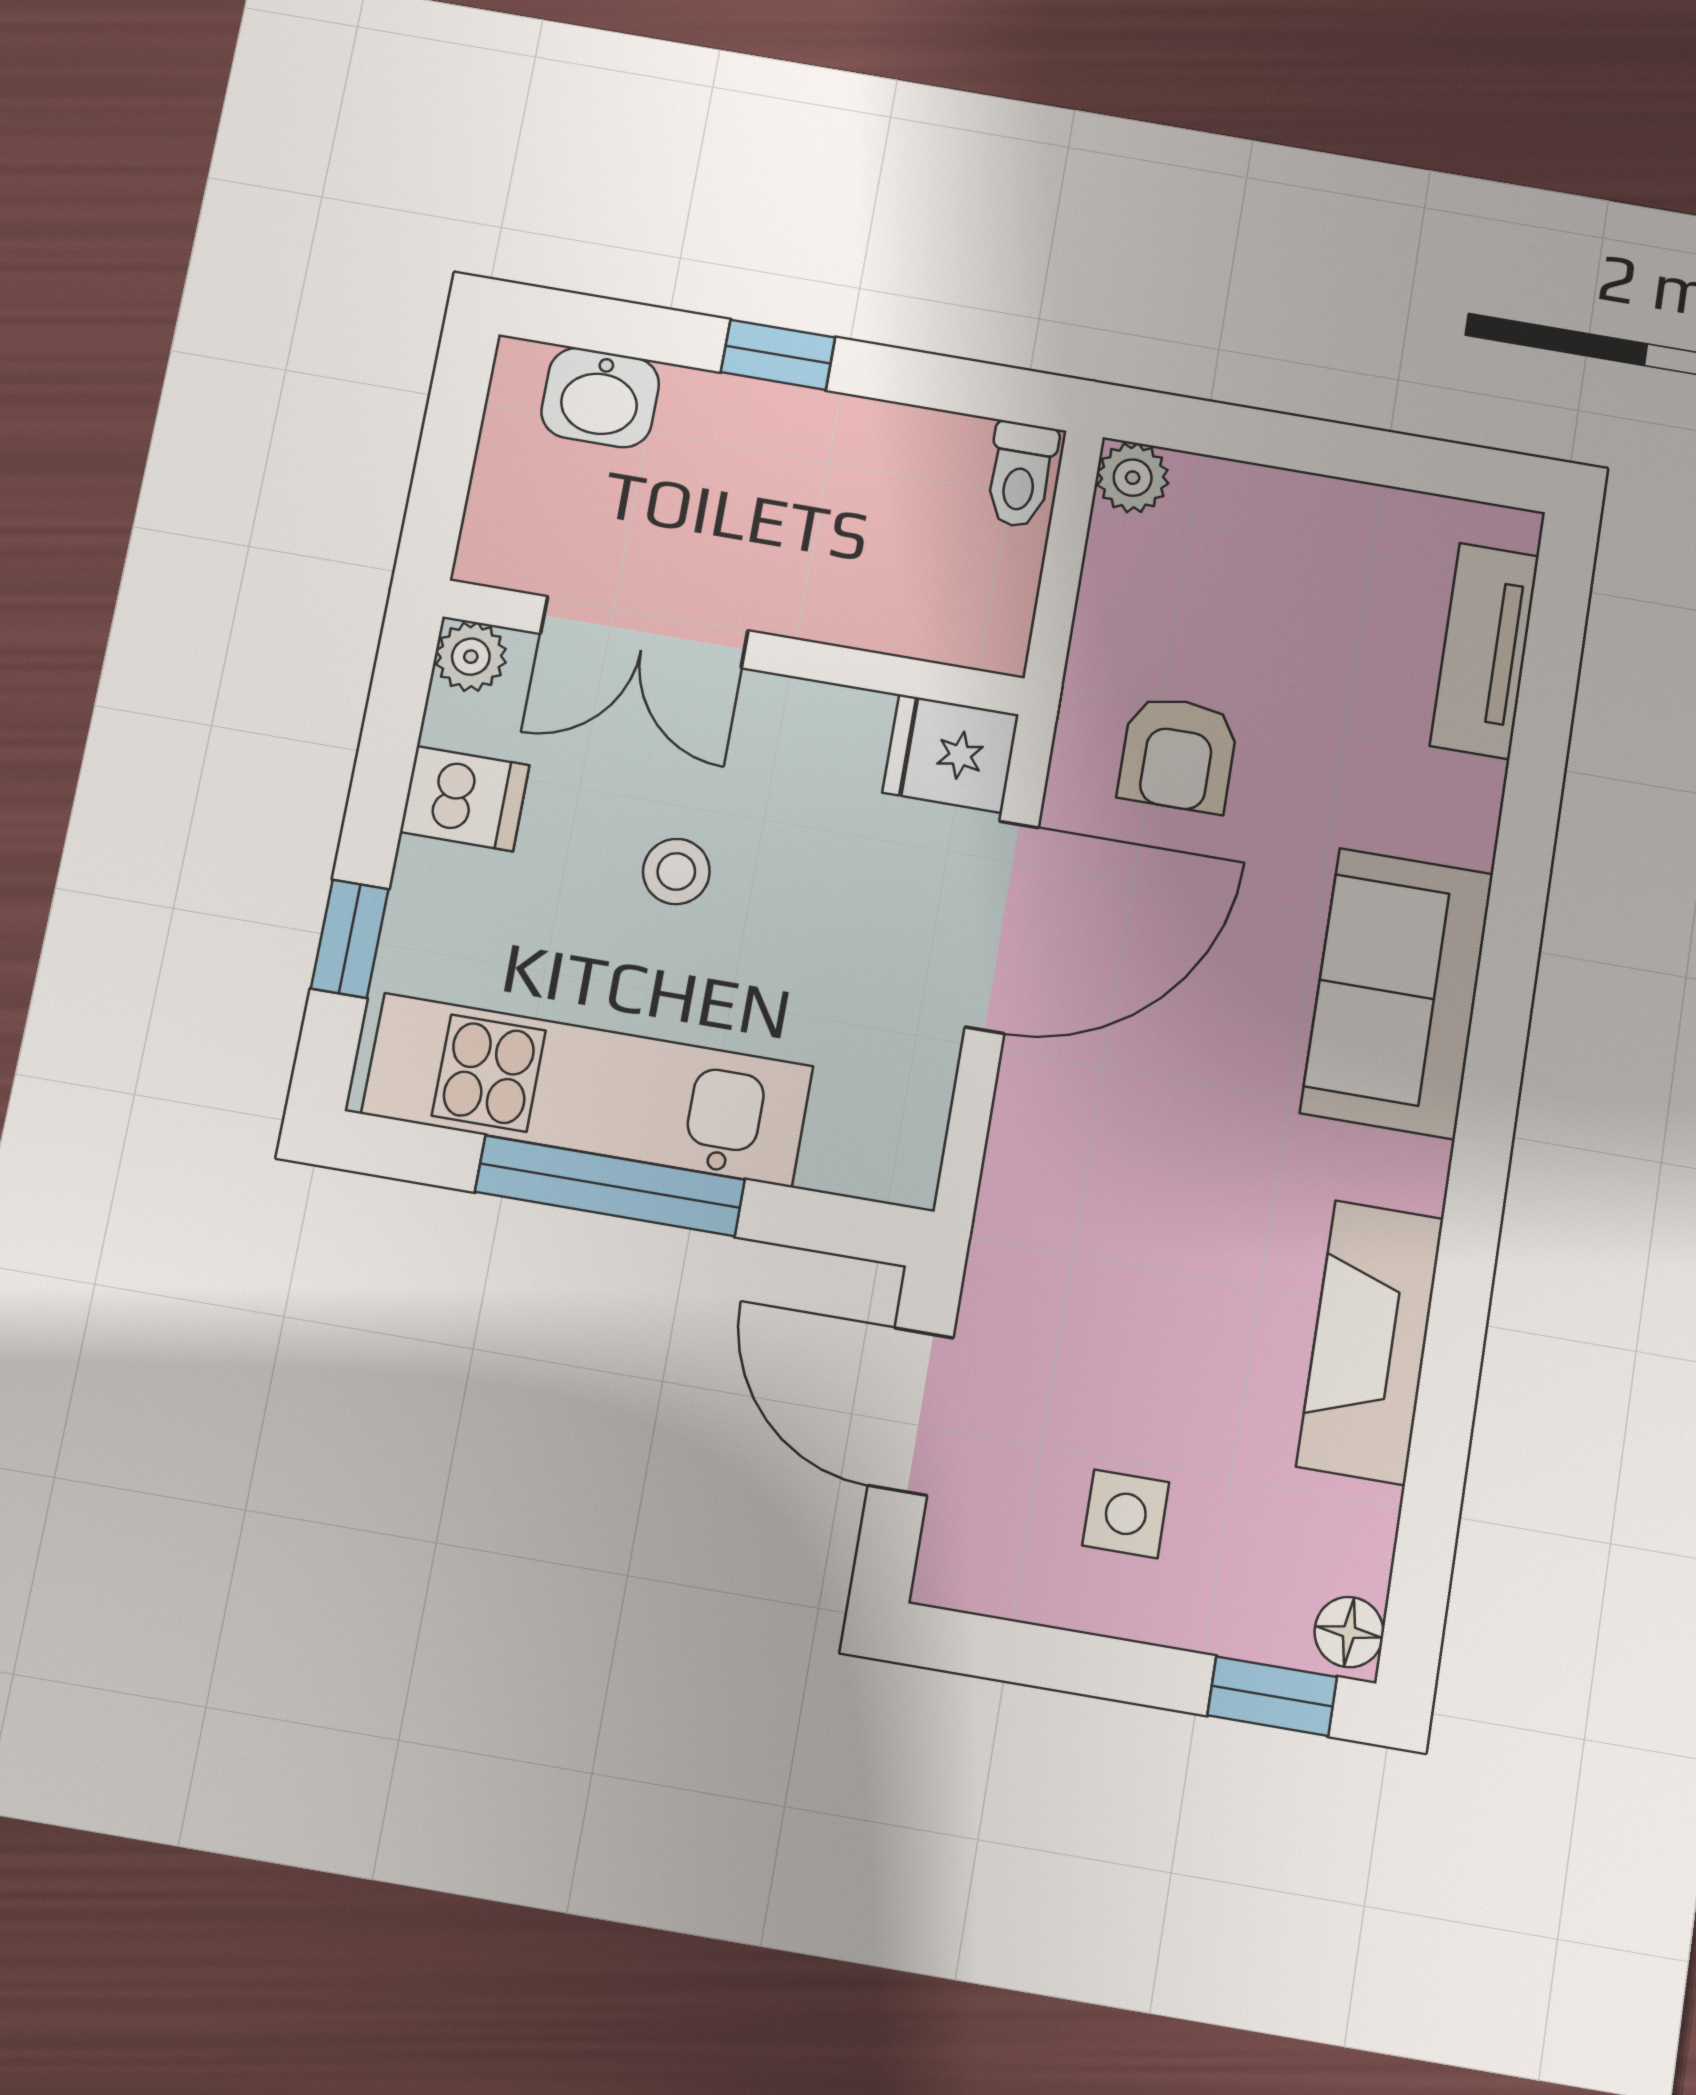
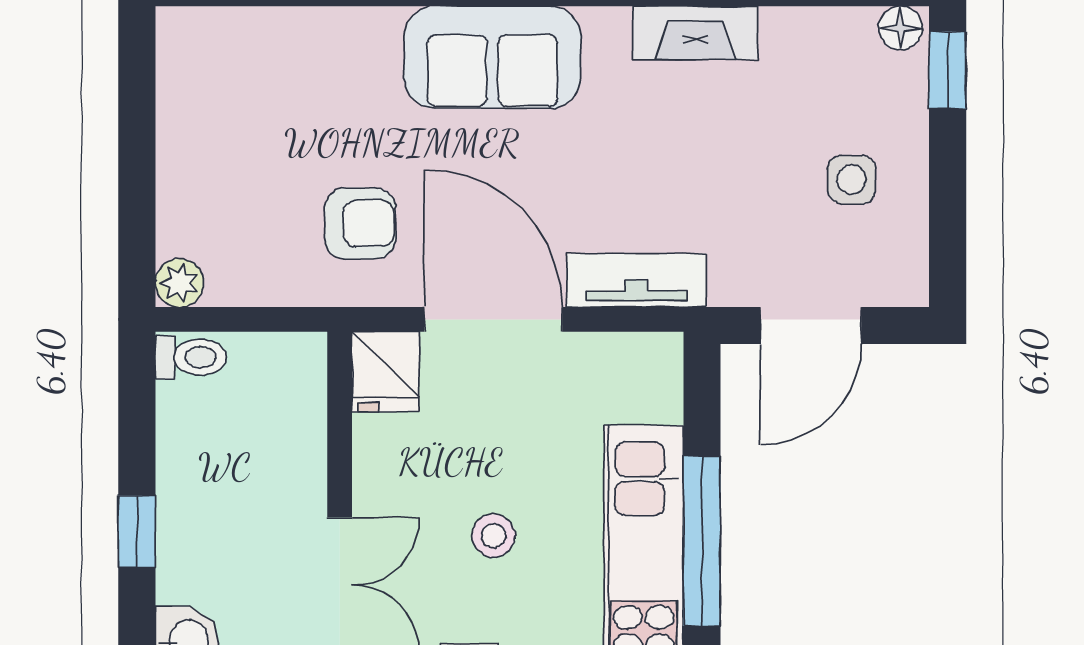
tv unit: (1484, 651) -> (636, 280), moved, turned 180
fireplace: (1370, 1342) -> (695, 33), width x0.73, depth x0.76

